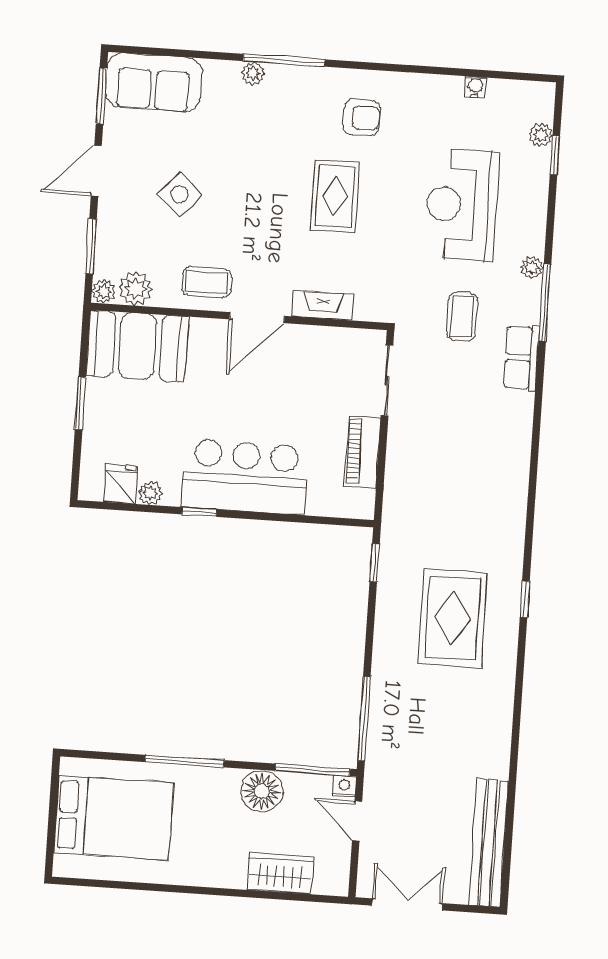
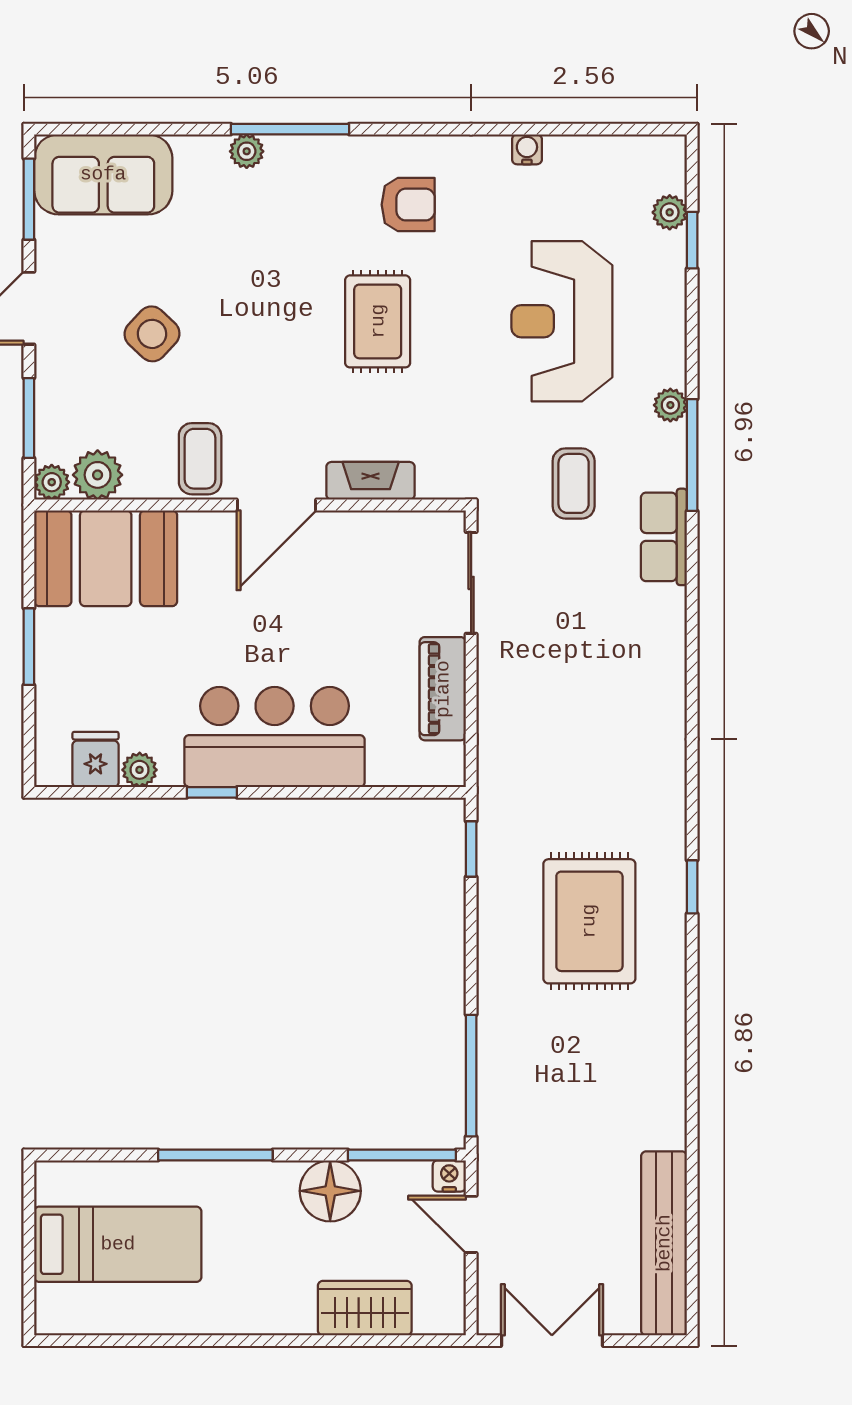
water cooler: (475, 87) -> (527, 149), moved
coffee table: (207, 282) -> (200, 459), turned 90
bed: (113, 818) -> (118, 1244), width x0.67

